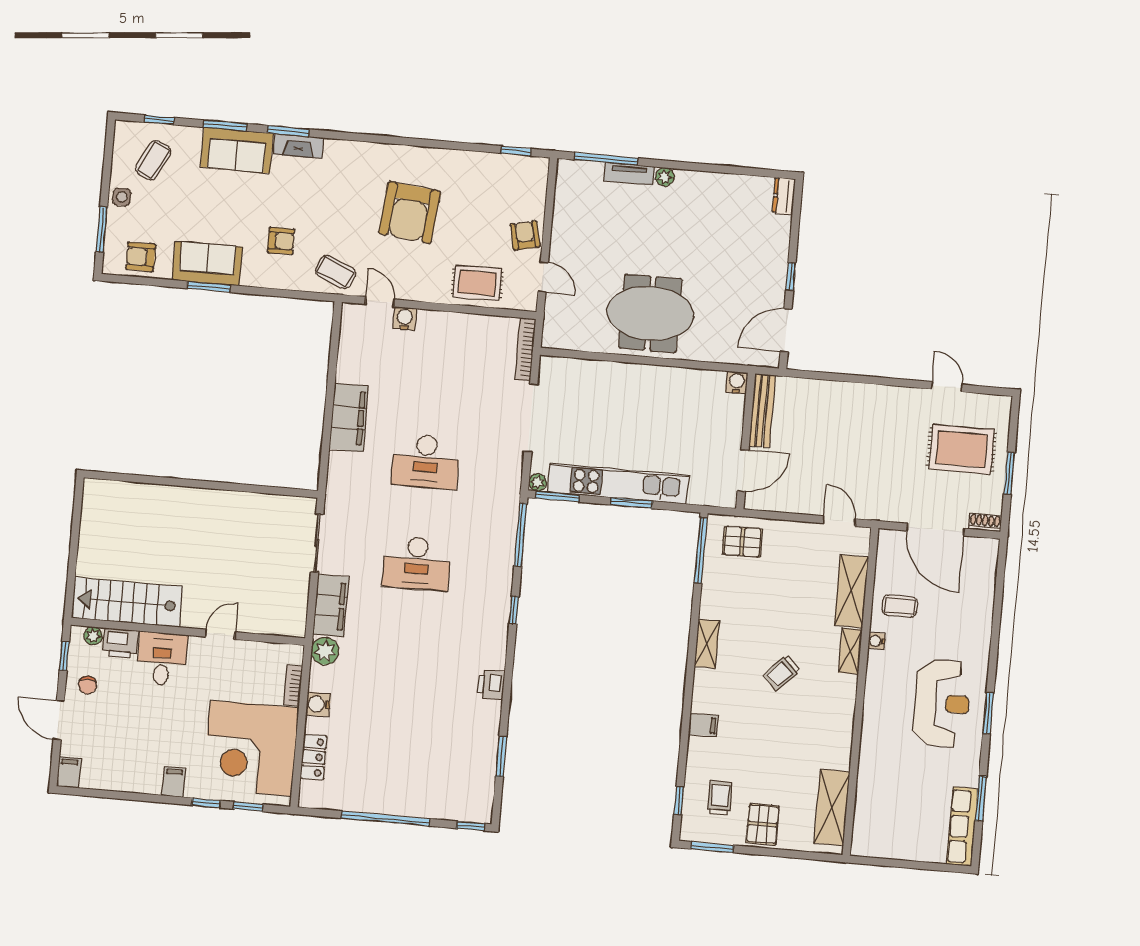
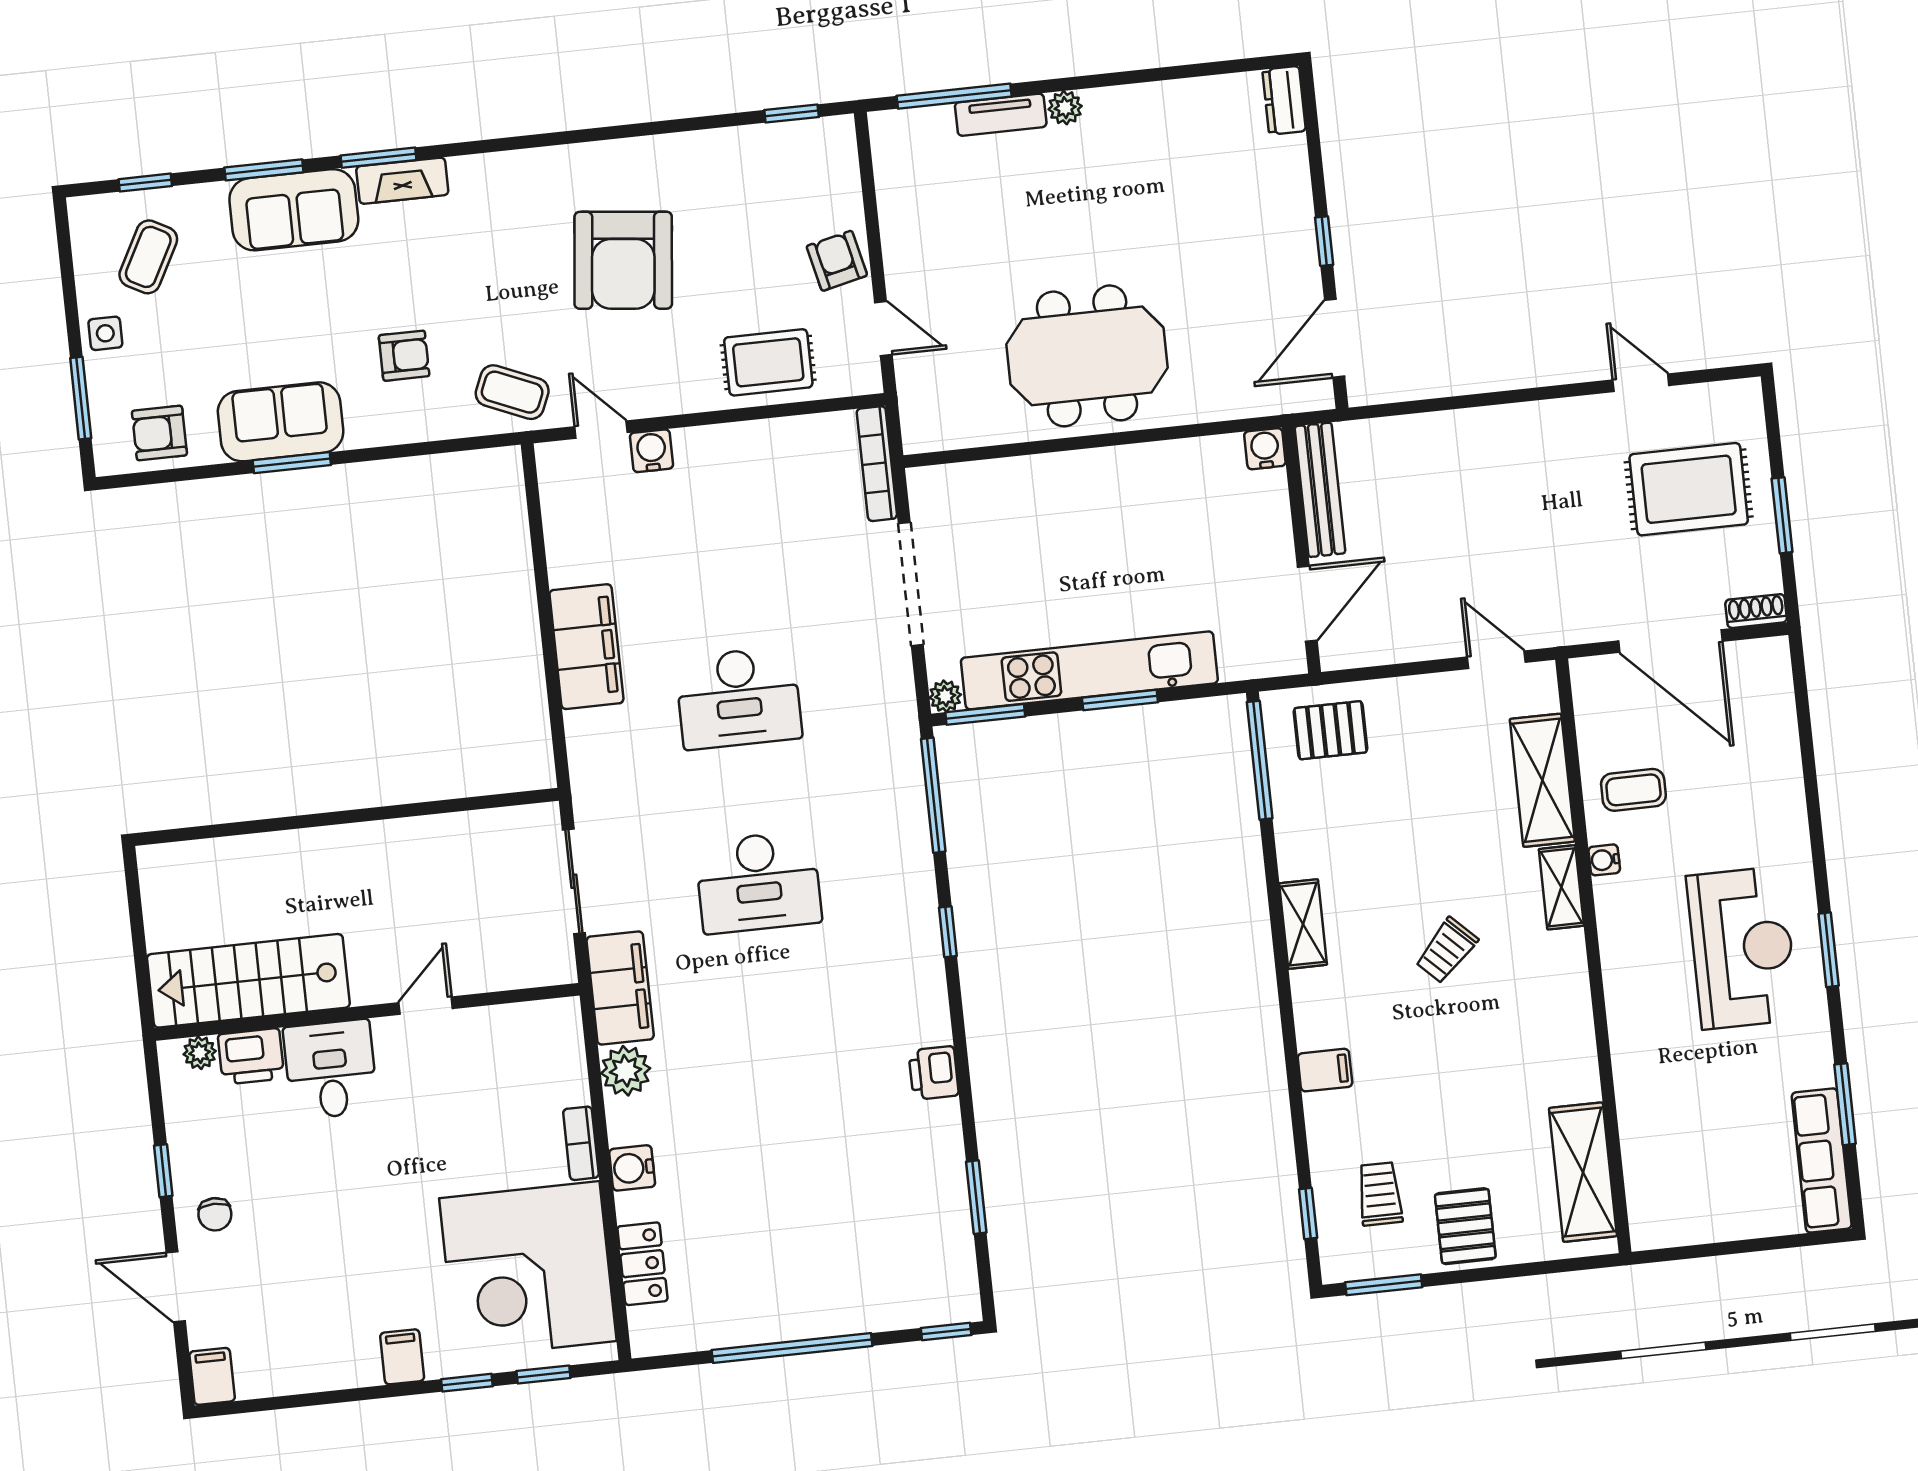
stairs: (127, 602) -> (248, 981), moved
wall: (188, 632) -> (367, 1012), moved
door: (220, 634) -> (426, 1006), moved
plant: (93, 636) -> (200, 1053), moved
printer: (120, 643) -> (251, 1056), moved
desk: (162, 659) -> (331, 1069), moved

